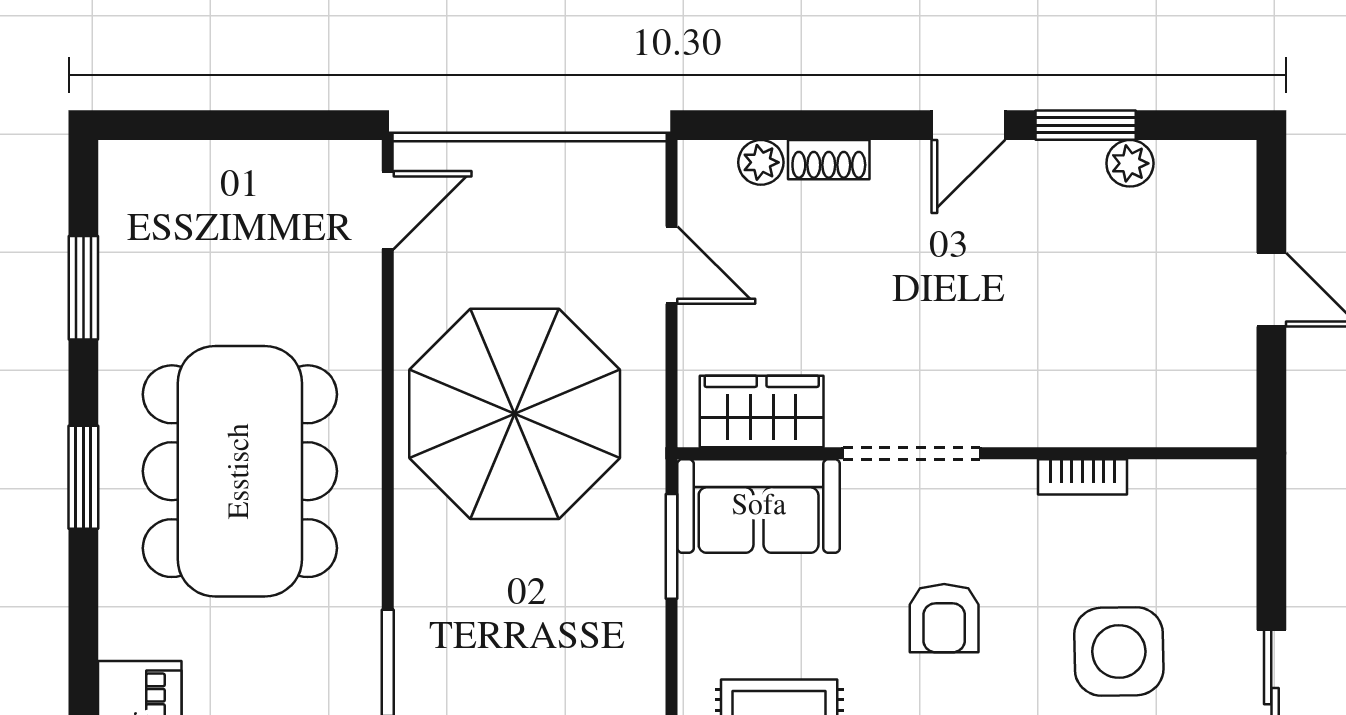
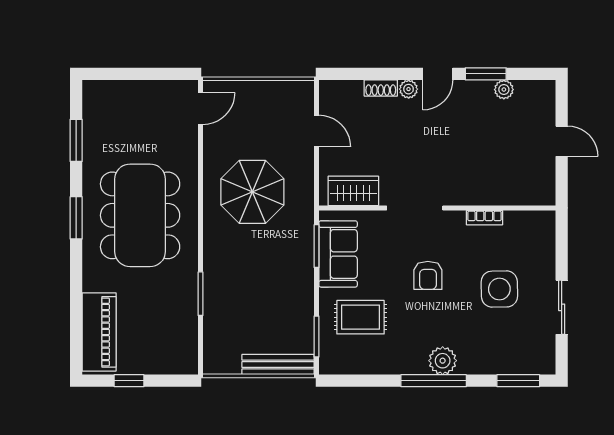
plant: (761, 162) -> (409, 89), moved
parasol: (515, 414) -> (252, 192), width x0.73, depth x0.73
sofa: (759, 506) -> (338, 254), moved, turned -90

